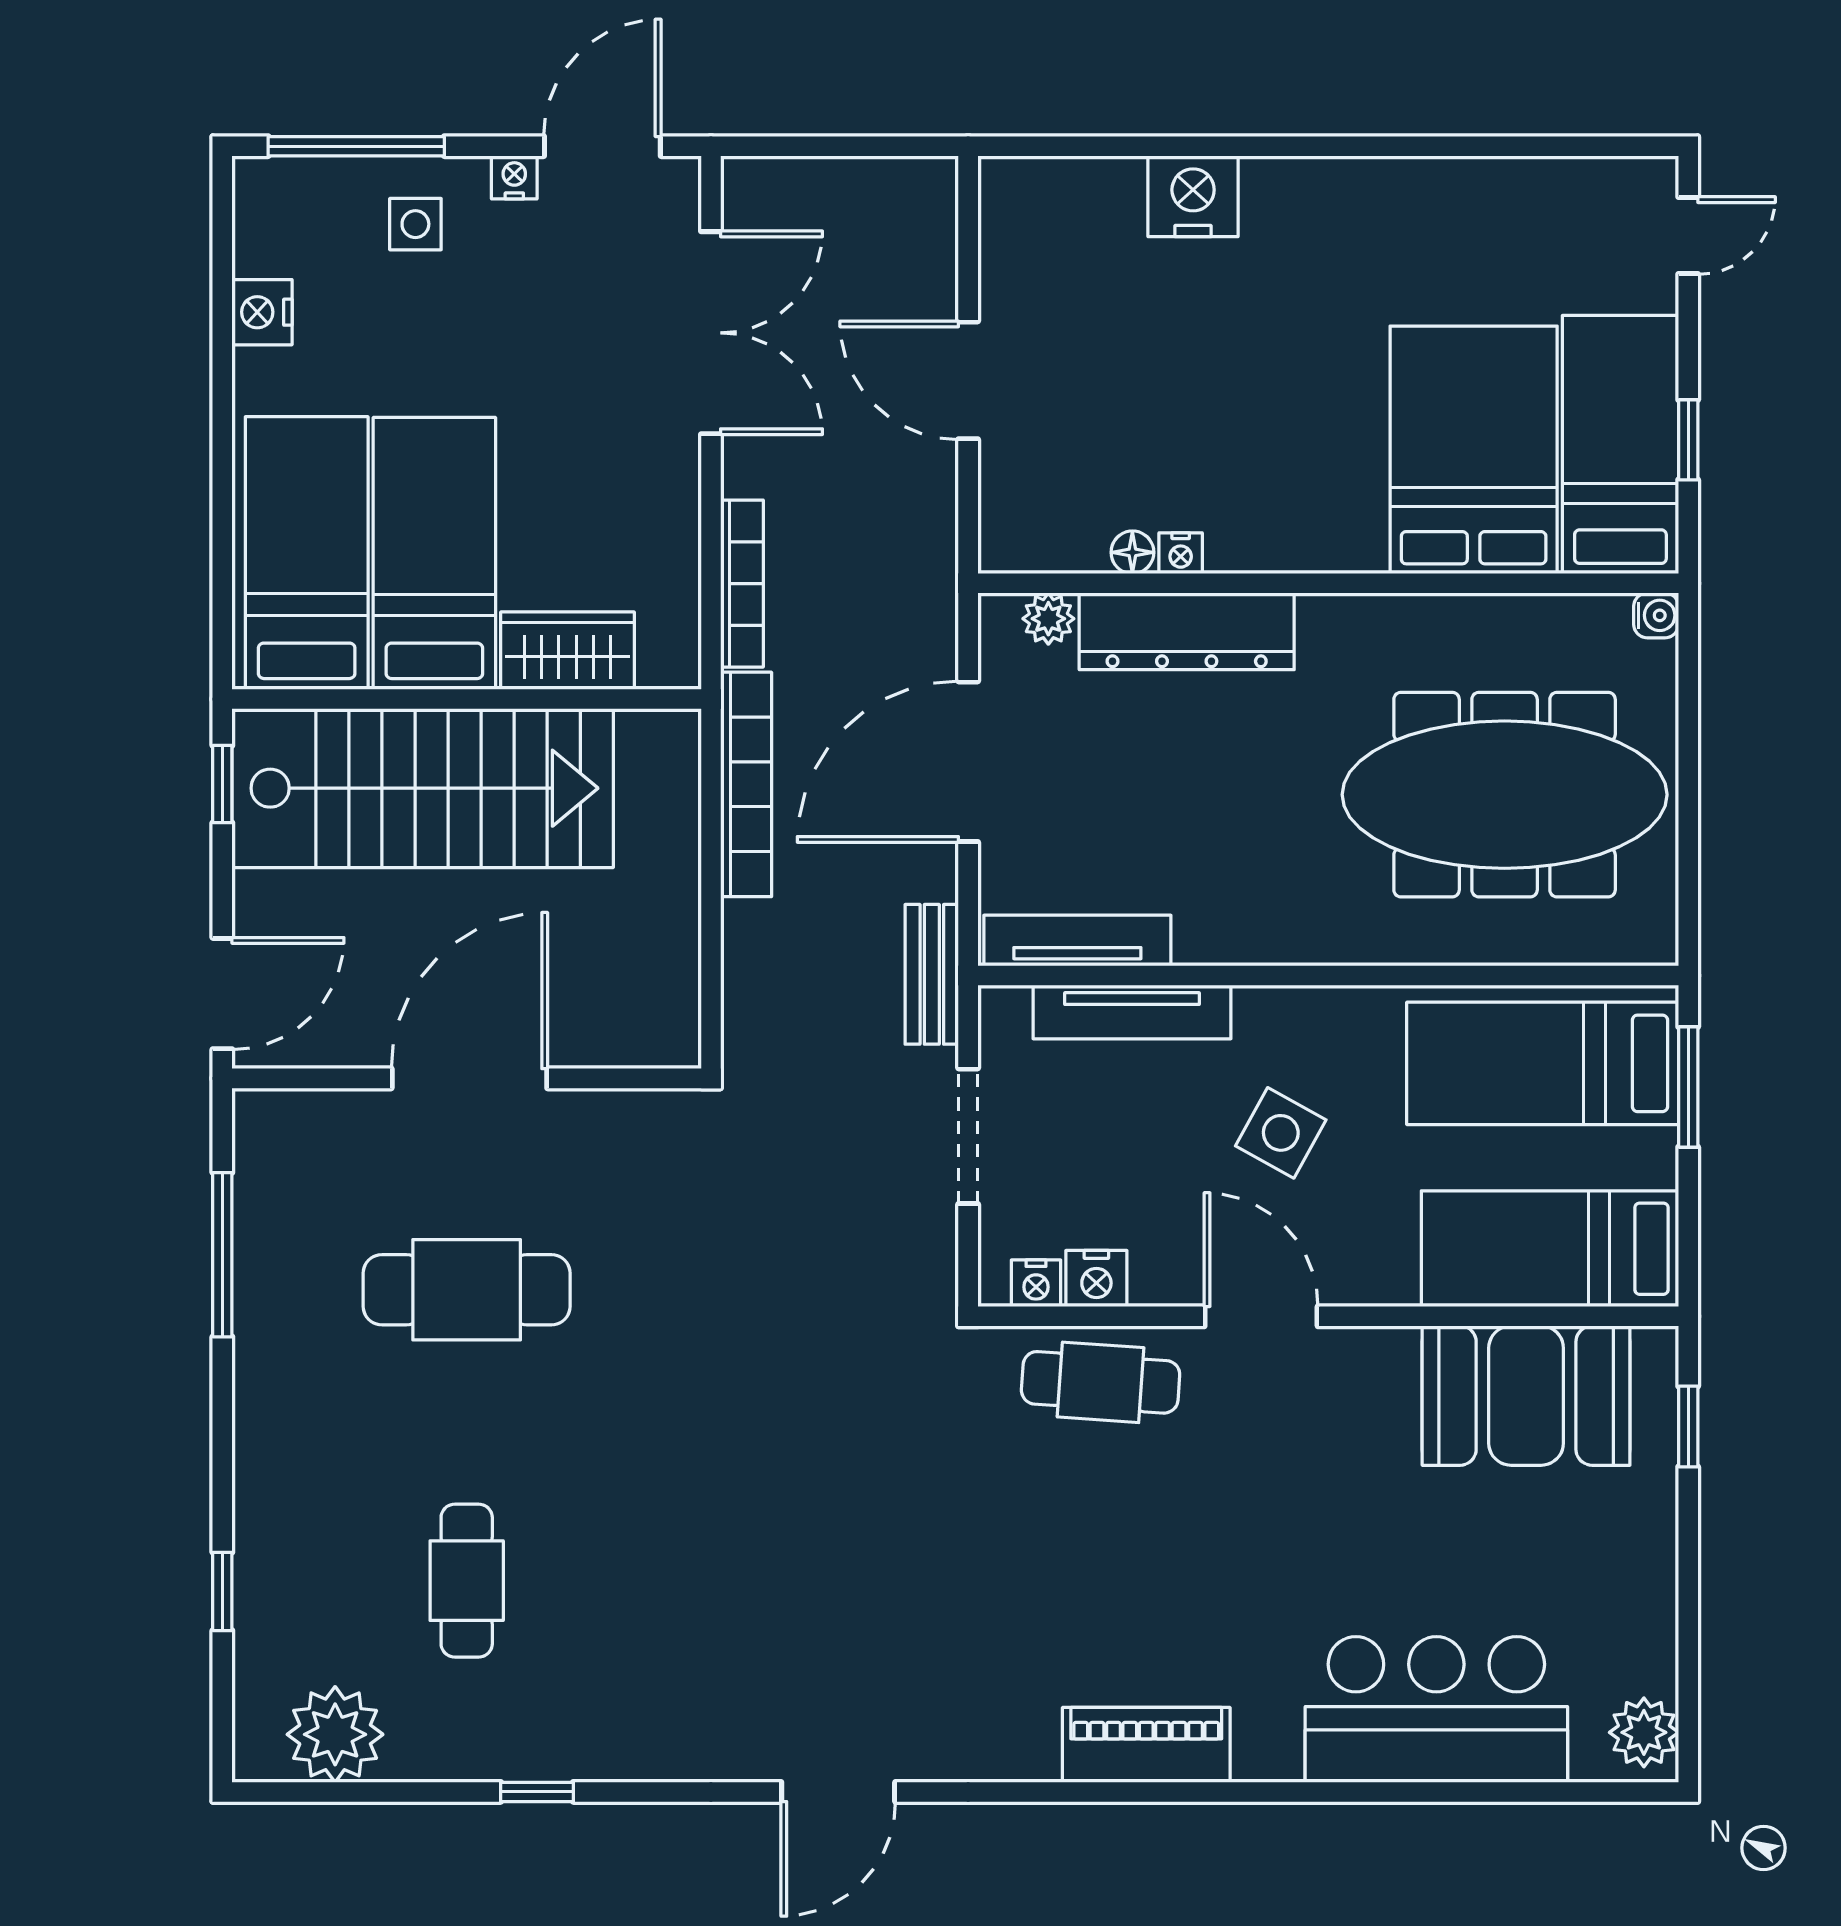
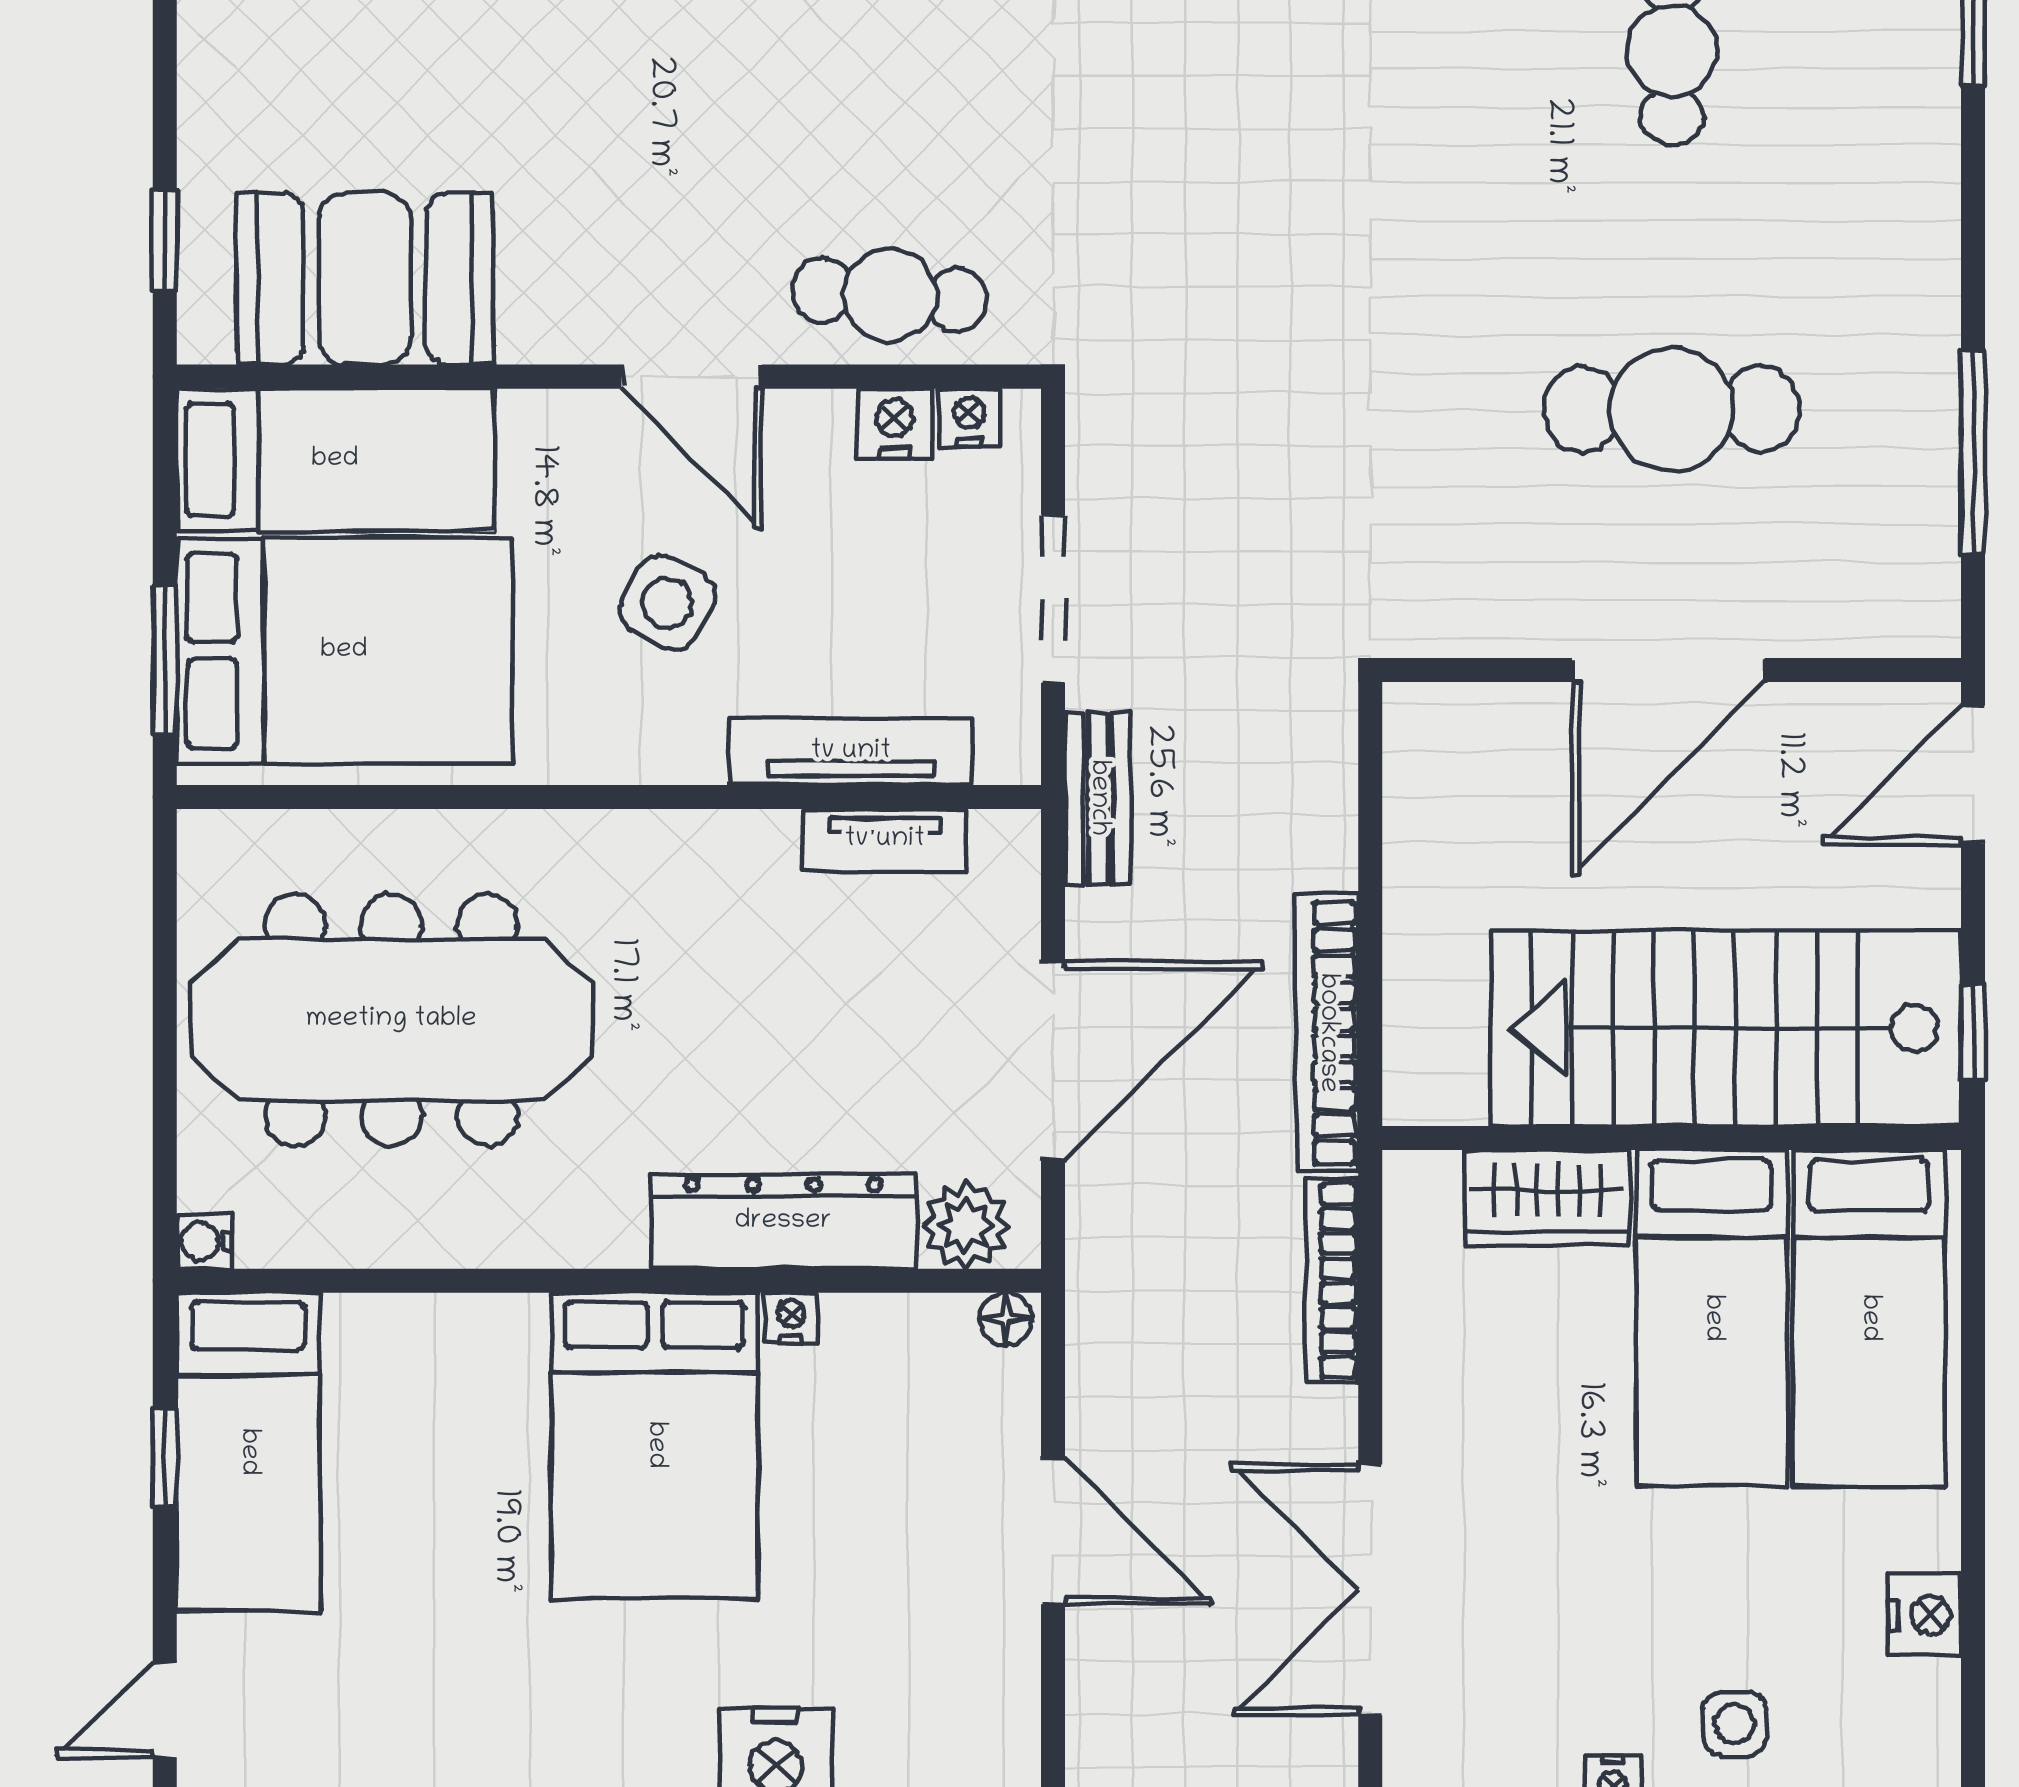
bed: (1474, 450) -> (655, 1445), moved
floor lamp: (1132, 552) -> (1006, 1319), moved
plant: (1048, 619) -> (966, 1225), width x1.38, depth x1.38
tv unit: (1077, 941) -> (885, 840), width x0.71
bed: (1543, 1063) -> (344, 651), width x1.50

